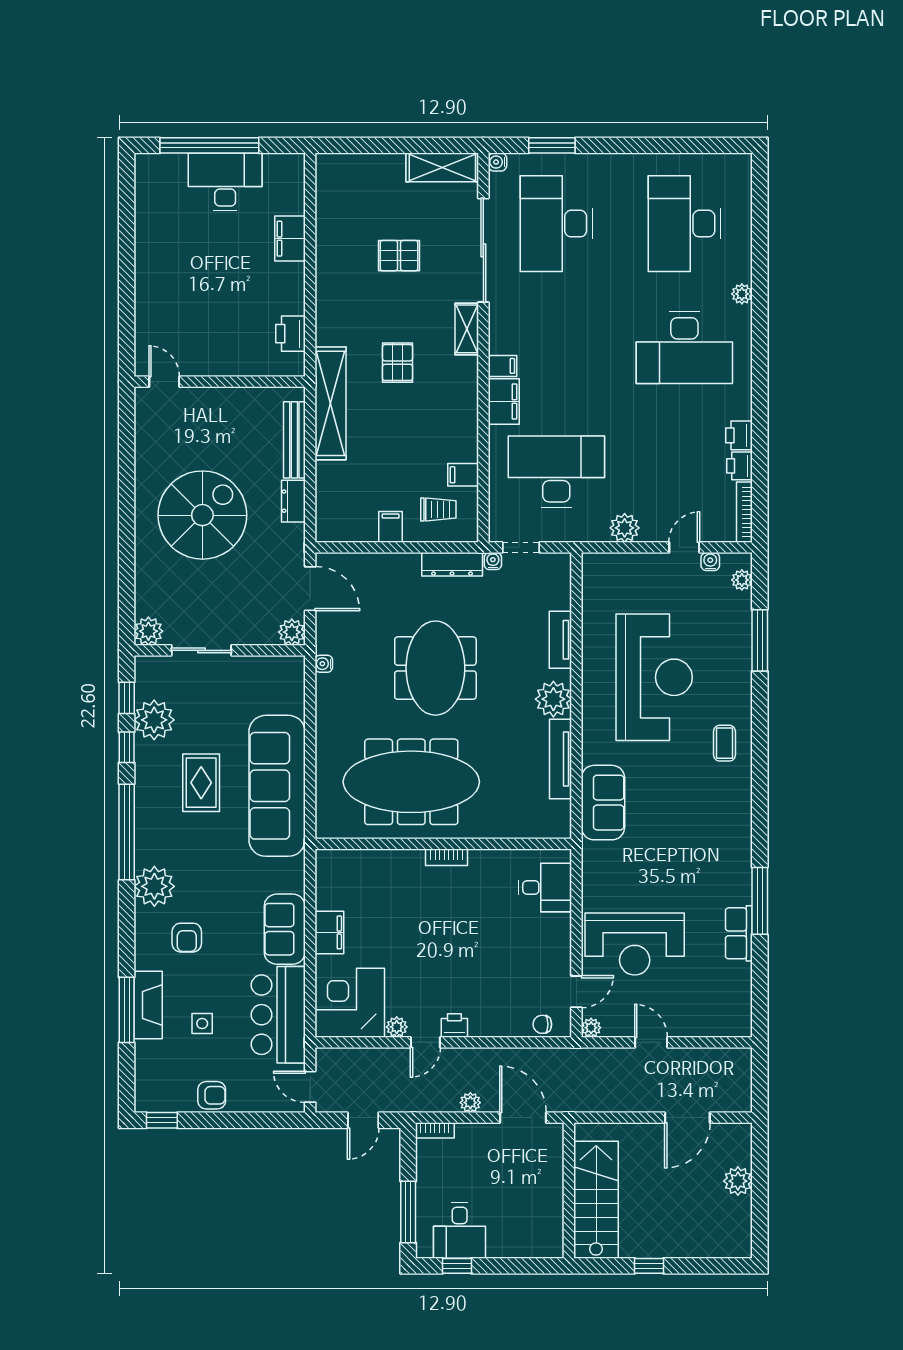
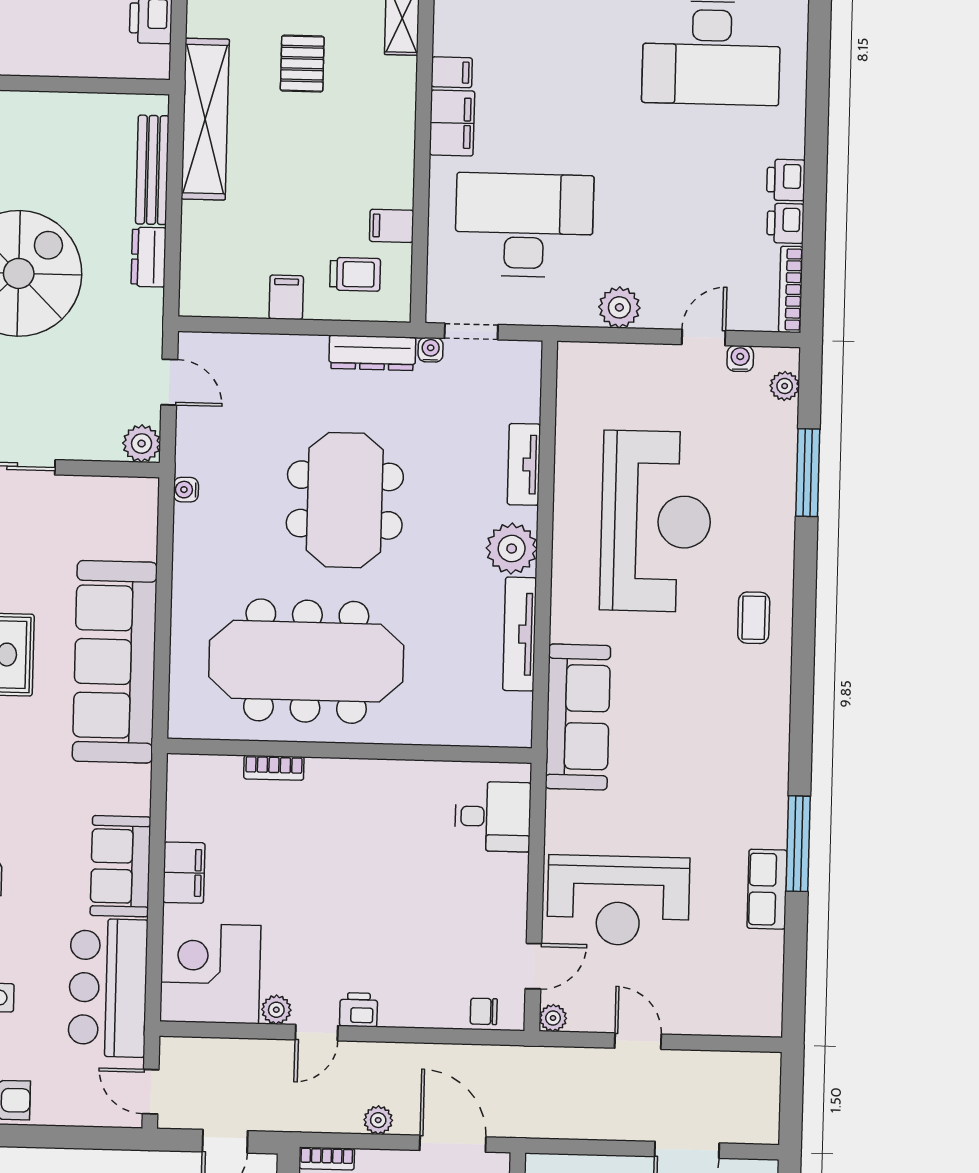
door: (310, 589) -> (169, 382), width x0.73
sofa: (603, 803) -> (578, 717), width x1.36
bookcase: (447, 857) -> (274, 768), moved

